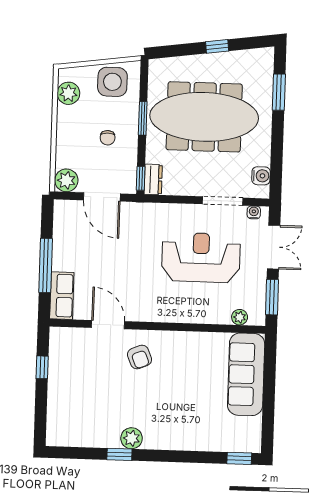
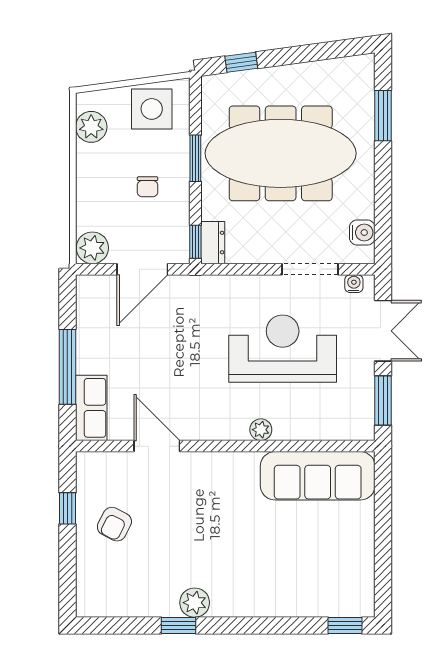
window: (217, 46) -> (241, 62), moved
door: (102, 197) -> (142, 269), hinge flipped
plant: (240, 317) -> (261, 430), moved
armchair: (139, 357) -> (114, 524), moved, turned 49
sofa: (246, 374) -> (318, 476), moved, turned -90

